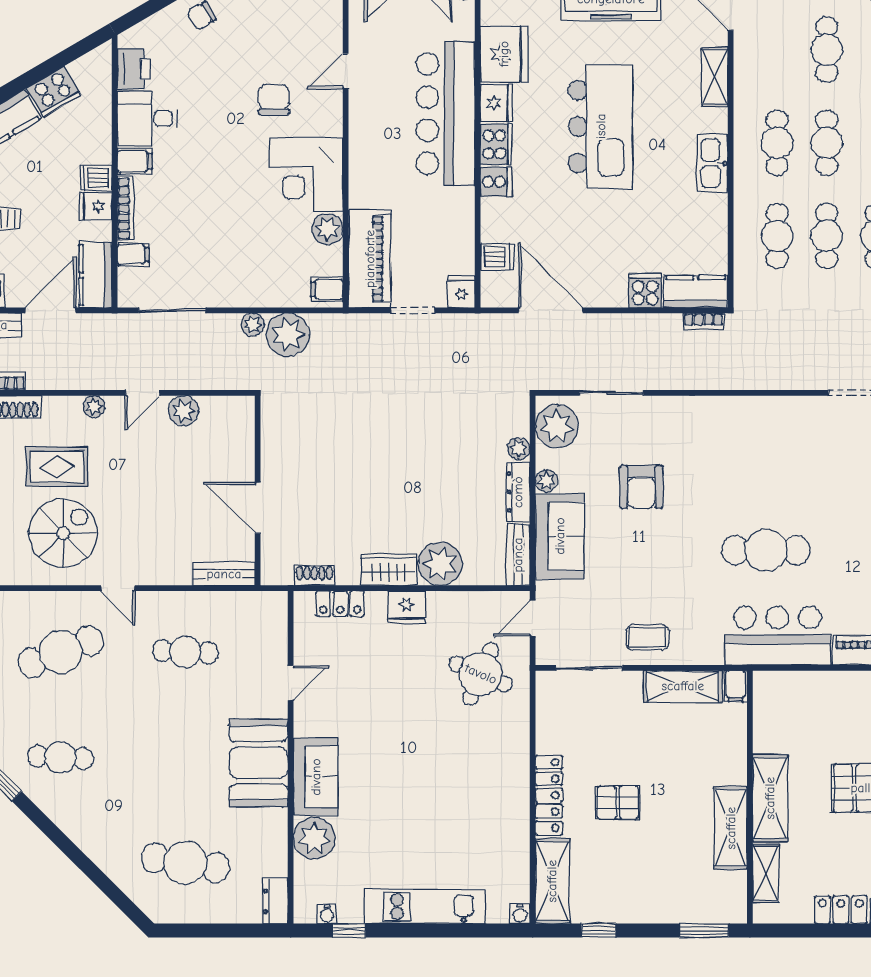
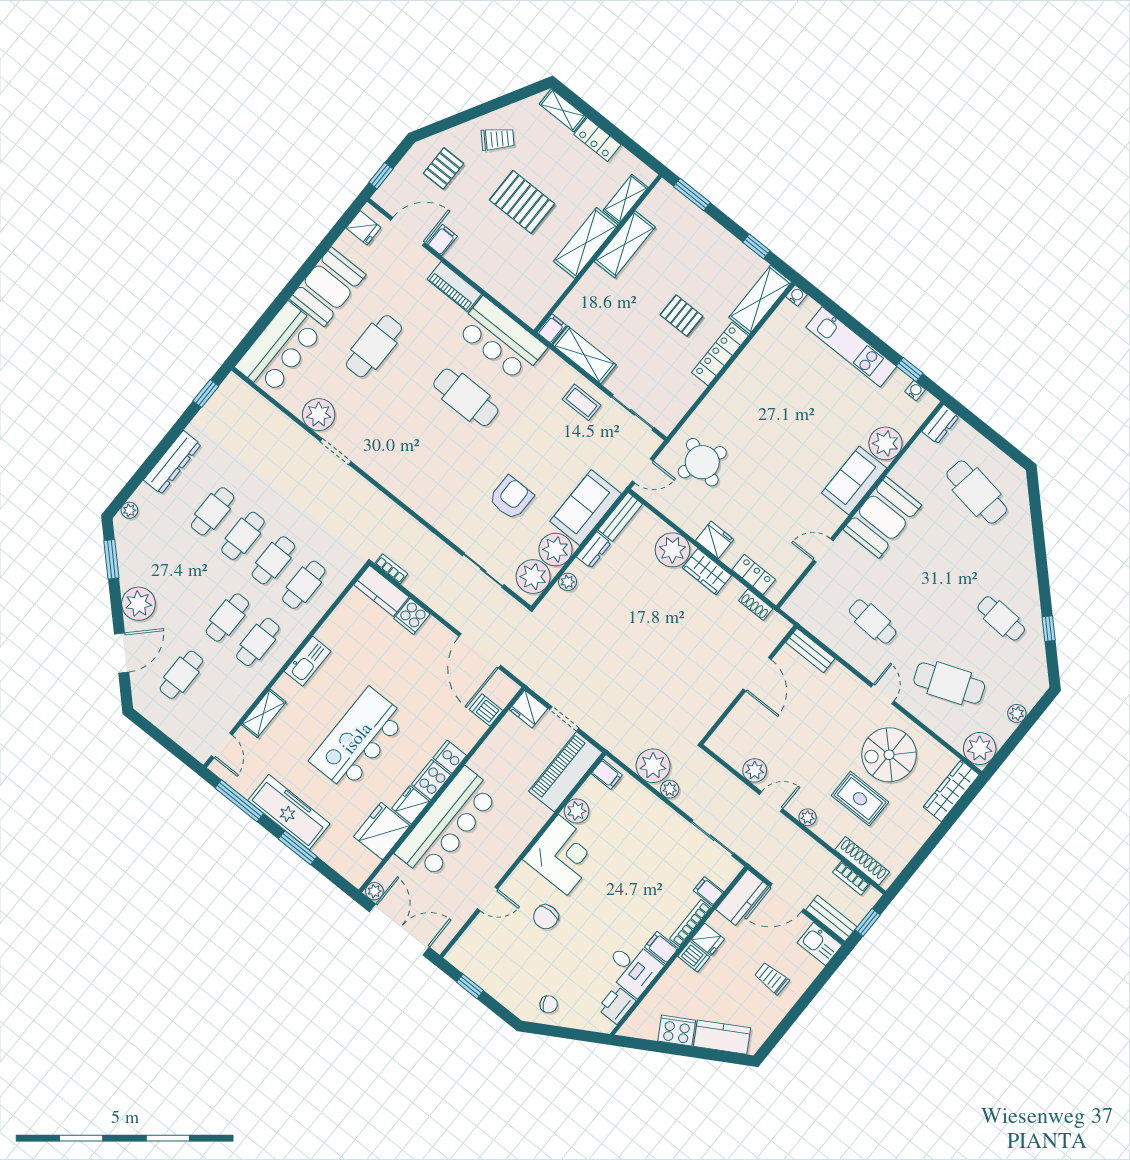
fridge: (461, 292) -> (528, 709), width x1.38
plant: (547, 481) -> (555, 550), width x1.88, depth x1.88
dresser: (518, 492) -> (594, 550), width x0.70

